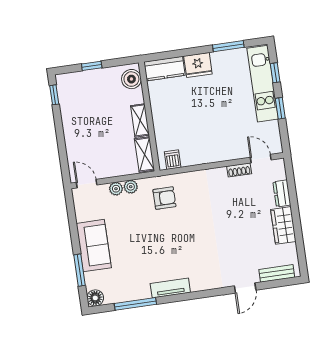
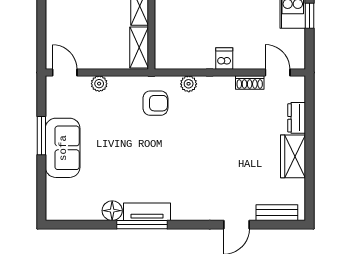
dishwasher: (173, 160) -> (224, 59), moved
plant: (131, 187) -> (189, 84), moved
window: (80, 270) -> (41, 136), moved
floor lamp: (95, 298) -> (112, 211), moved
window: (135, 304) -> (142, 225), moved

